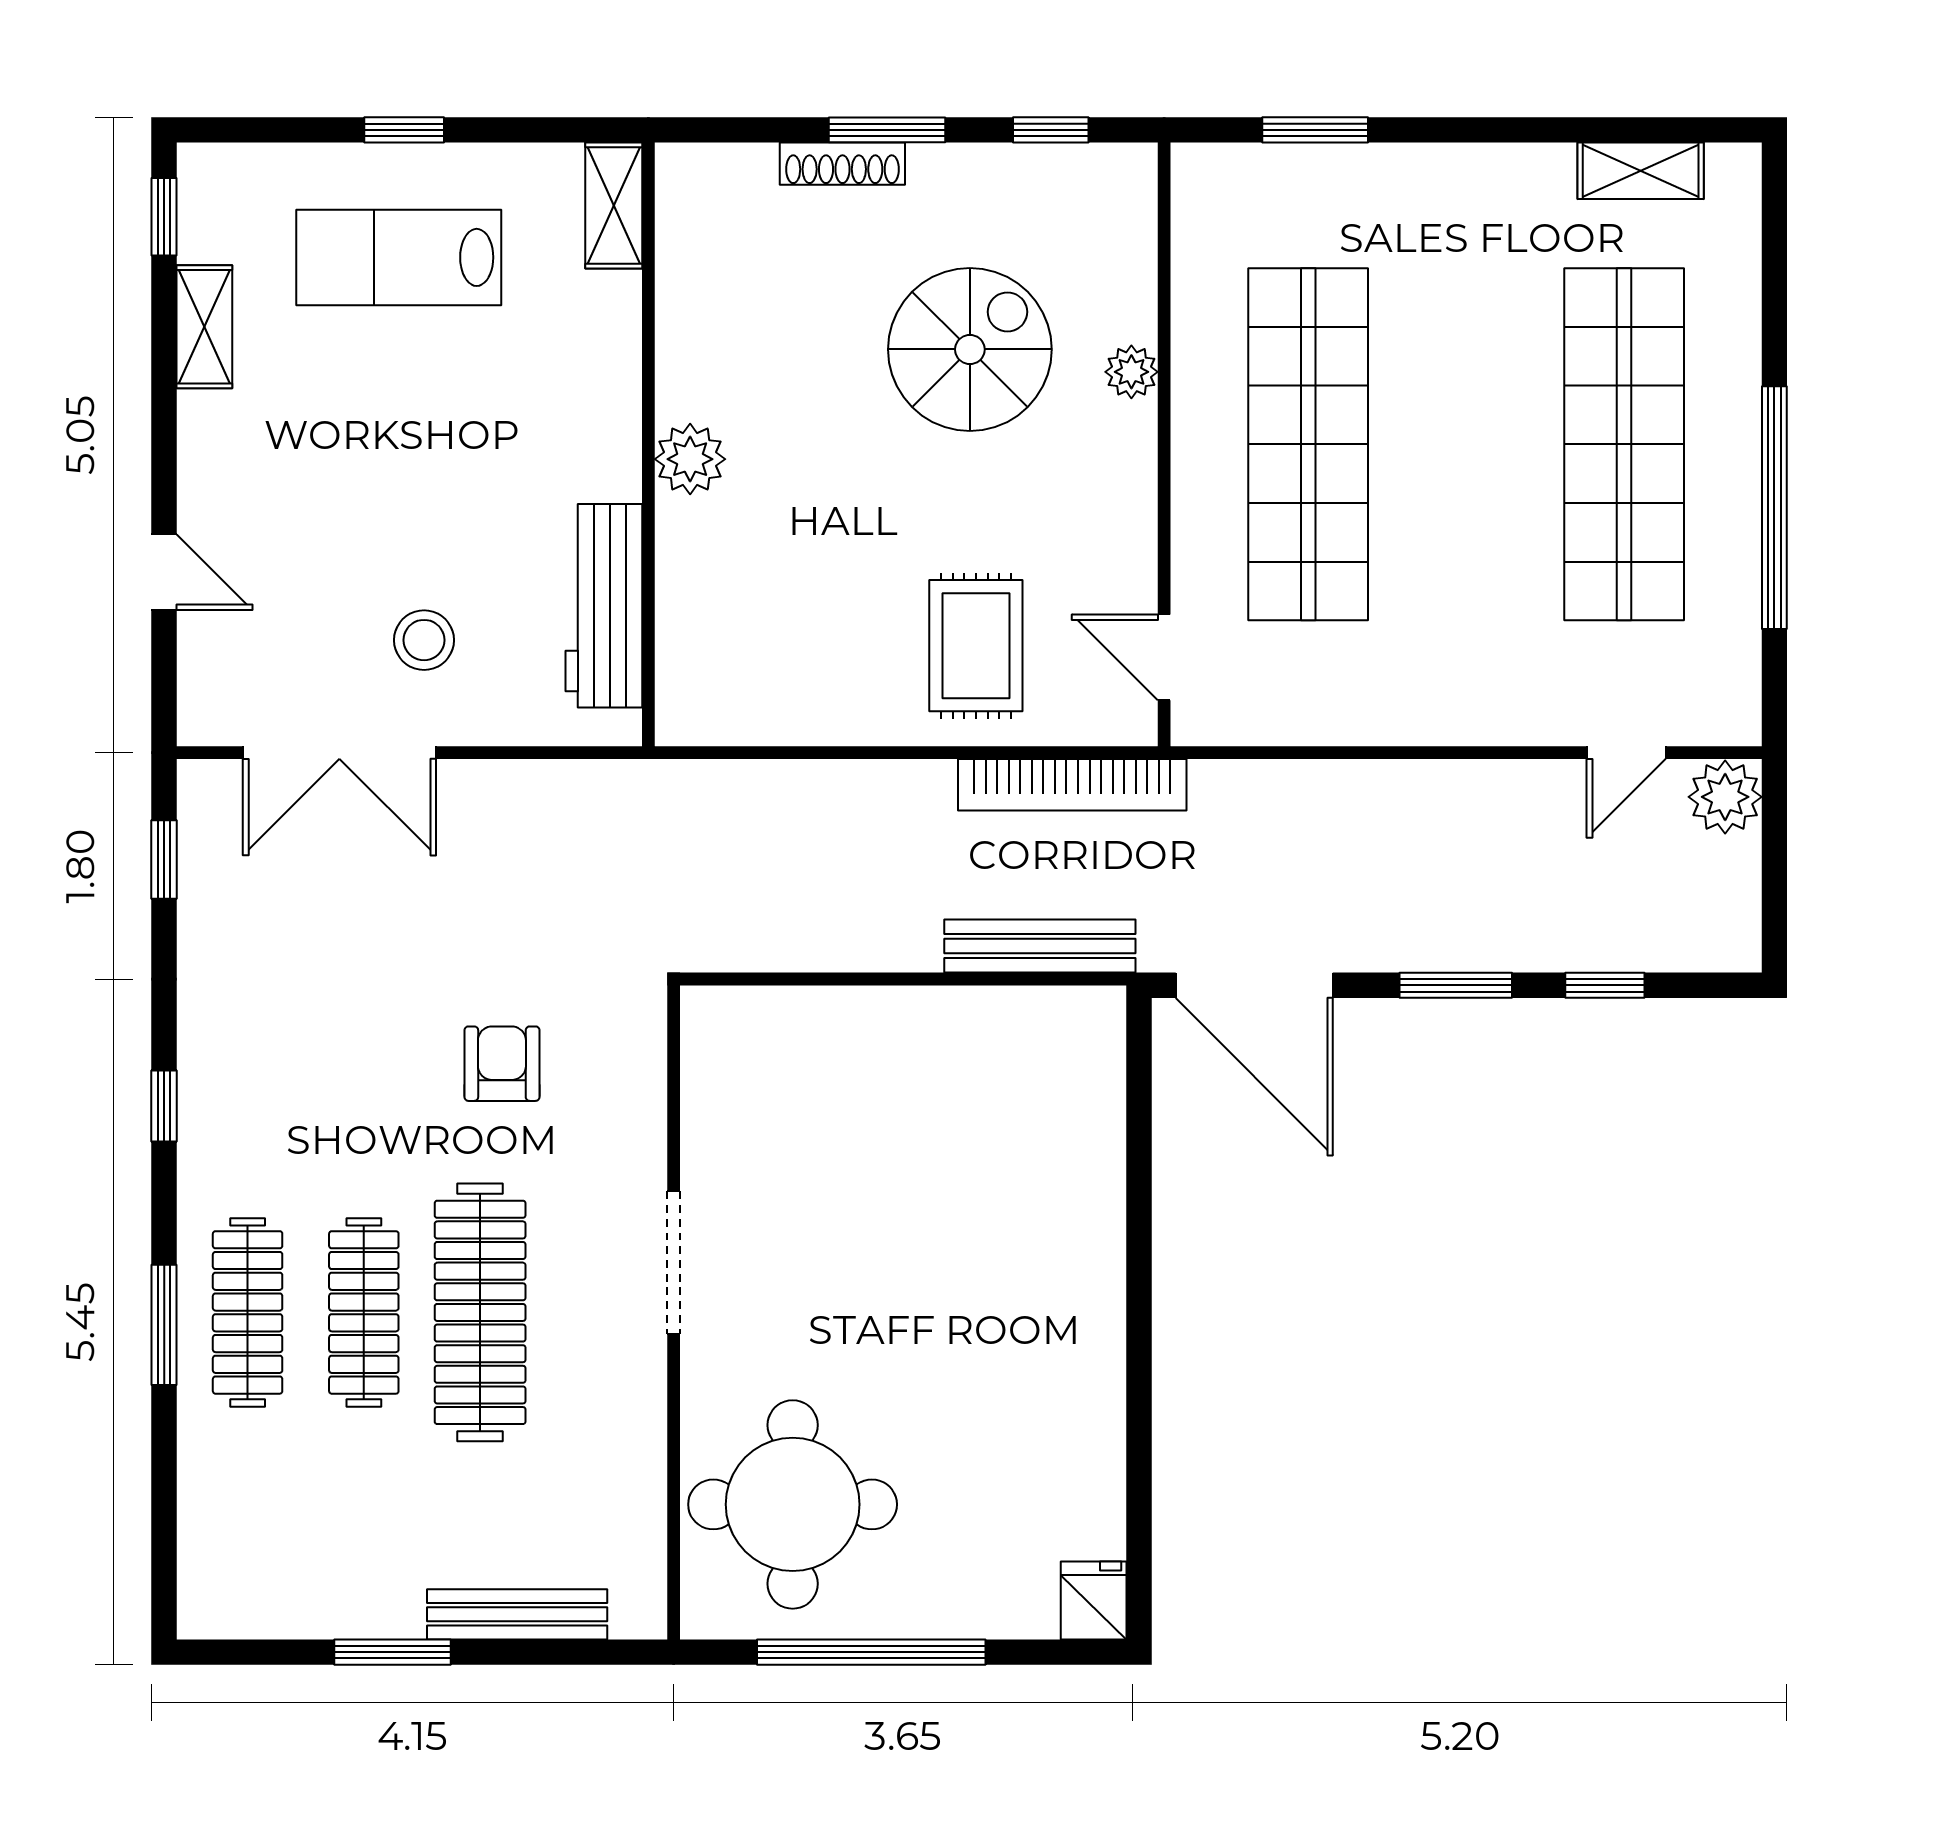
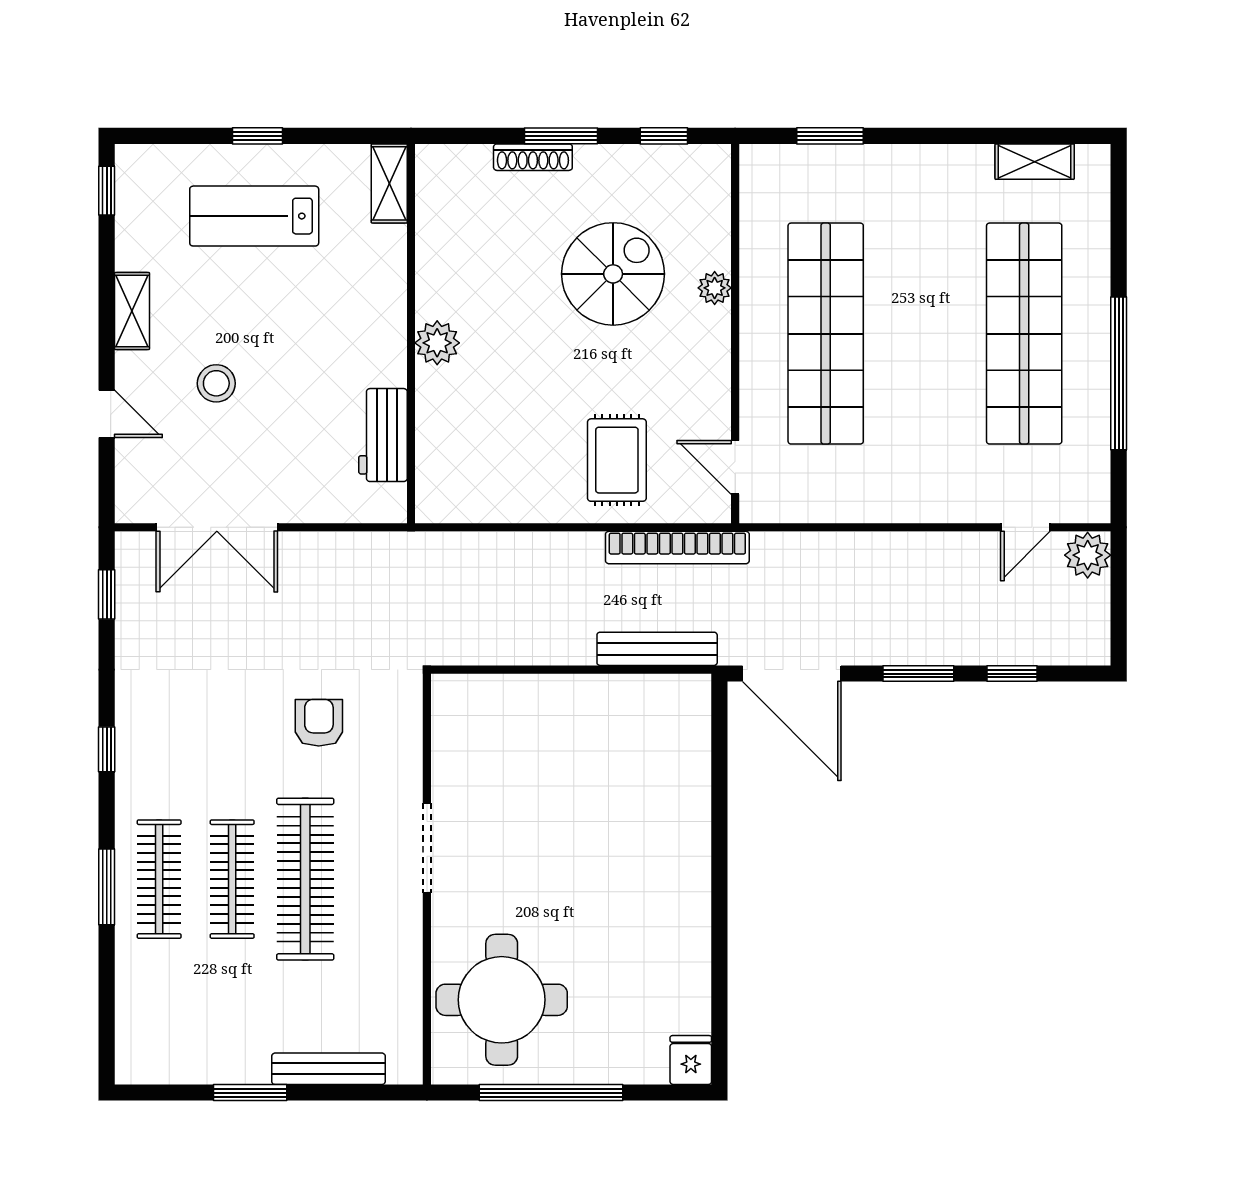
shelving: (204, 327) -> (132, 311), moved
workbench: (604, 606) -> (383, 435), width x0.73
stool: (424, 640) -> (216, 383), moved

